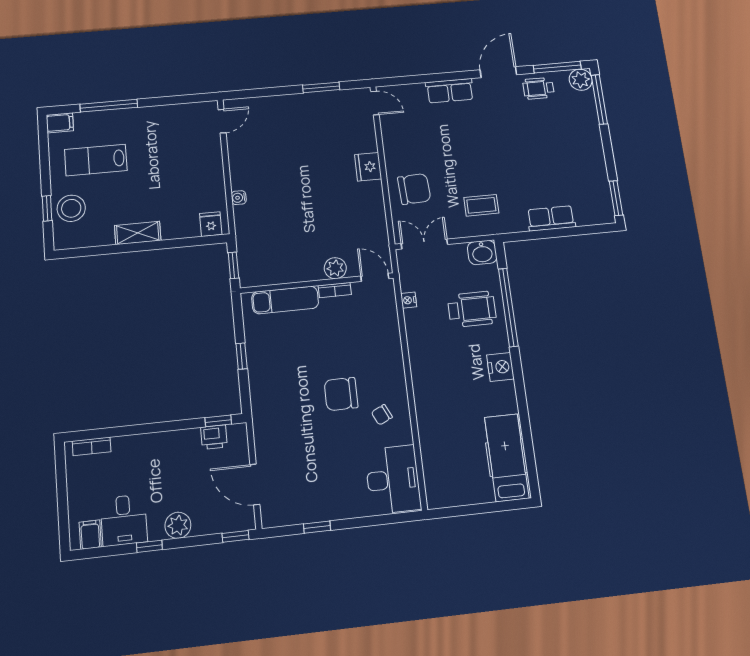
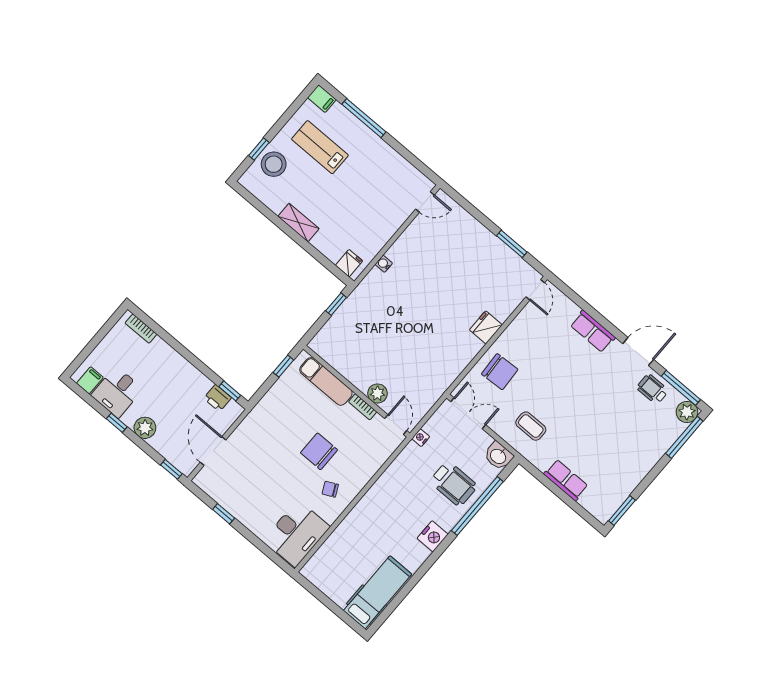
plant: (335, 268) -> (377, 393), moved
door: (375, 277) -> (396, 425), moved
wall: (317, 283) -> (356, 391), moved
bookcase: (335, 290) -> (363, 407), moved
exam couch: (285, 300) -> (326, 381), moved

